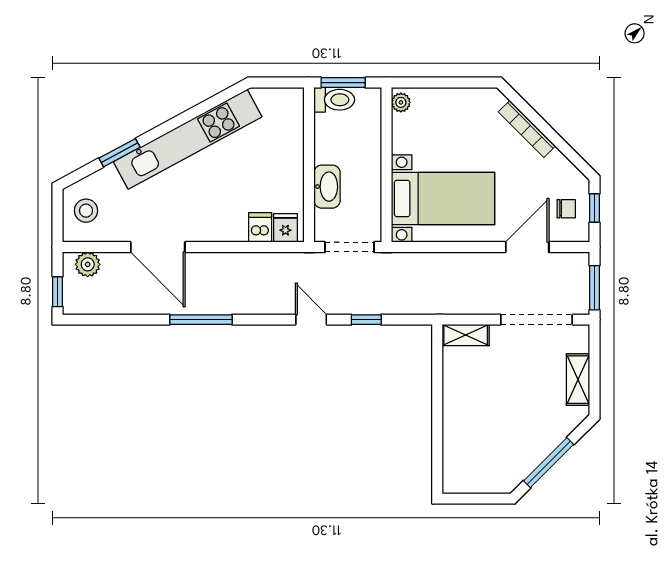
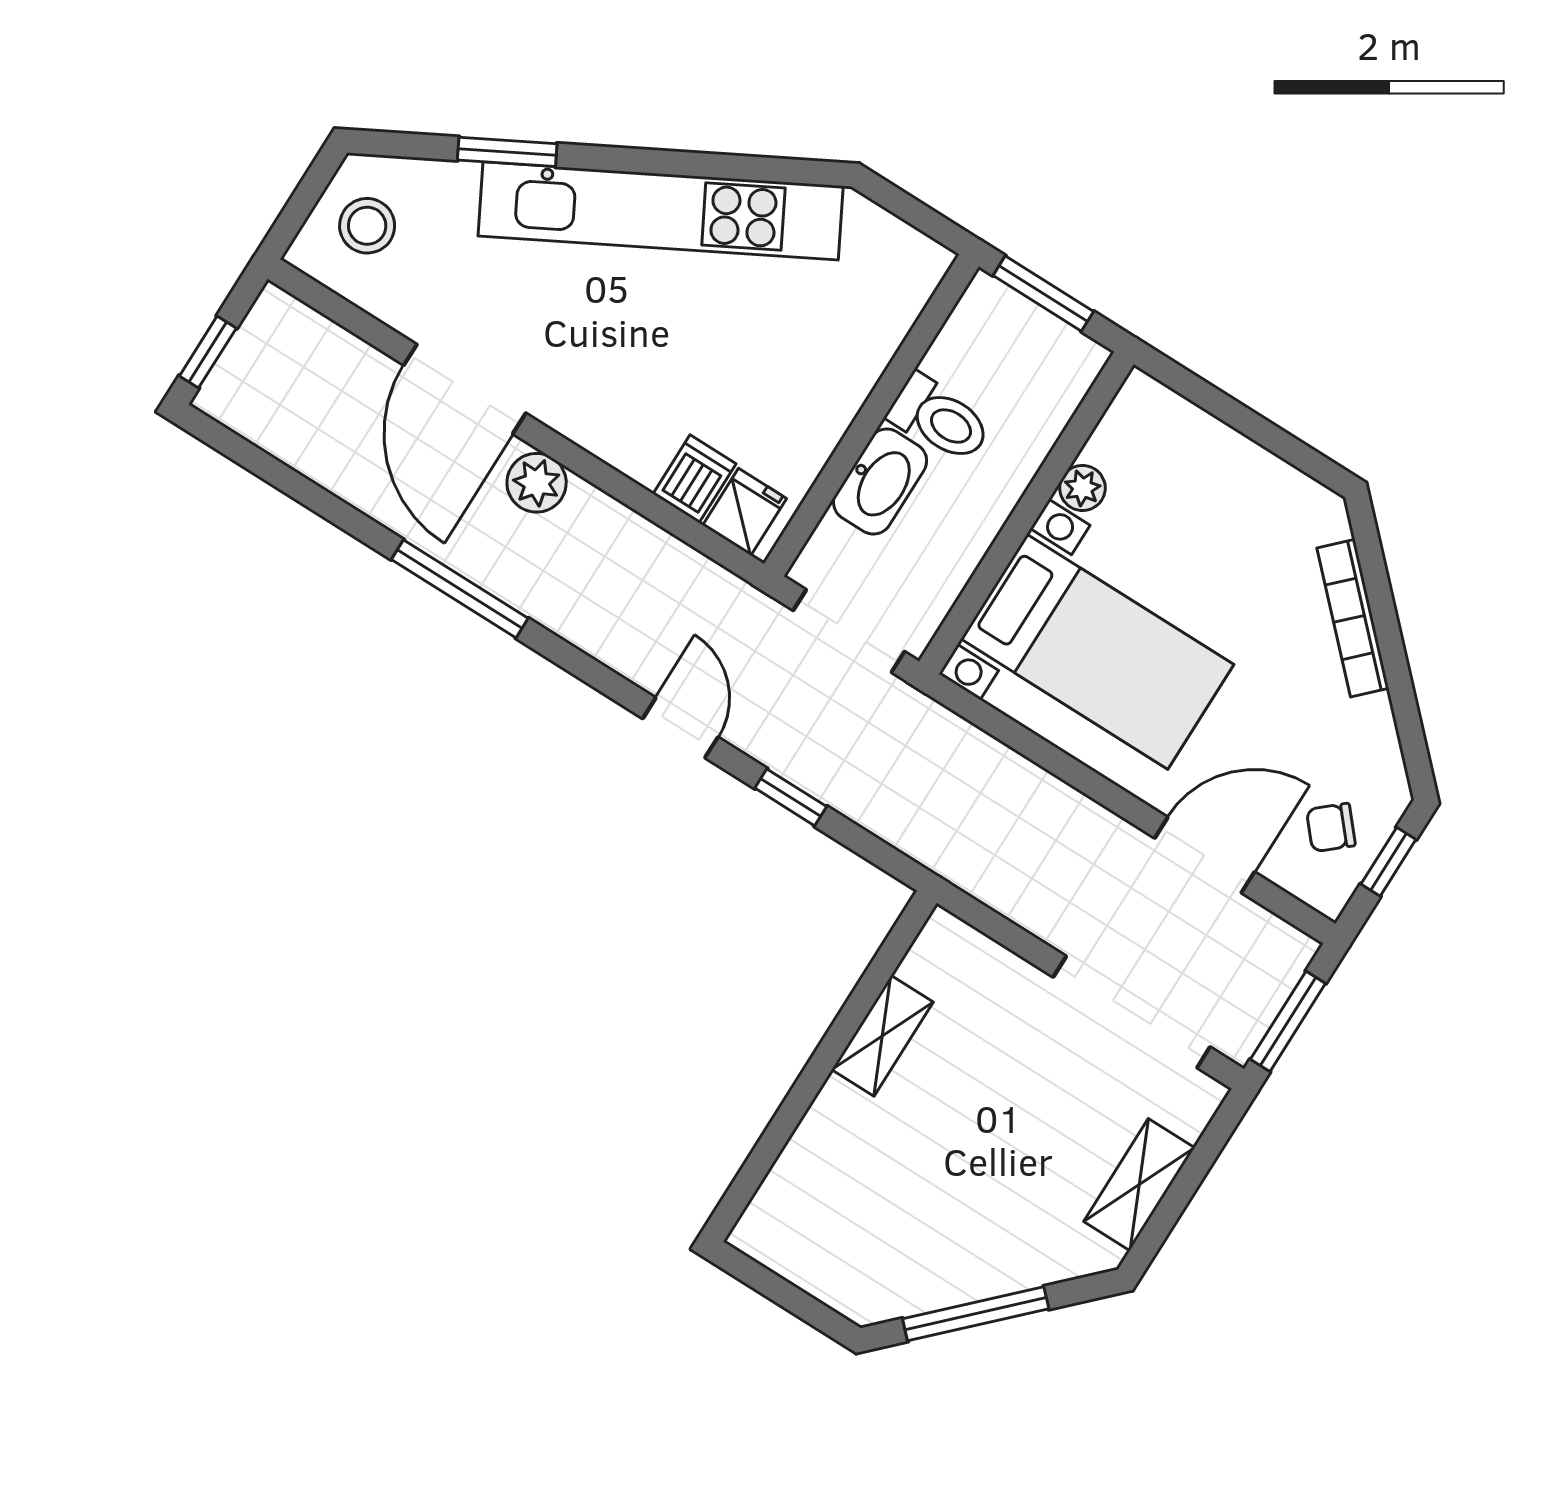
toilet: (334, 100) -> (940, 419), moved
plant: (401, 102) -> (1082, 488), moved
chair: (566, 209) -> (1331, 828), turned 139
plant: (88, 264) -> (537, 483), moved
shelving: (466, 335) -> (882, 1036), moved, turned 90

